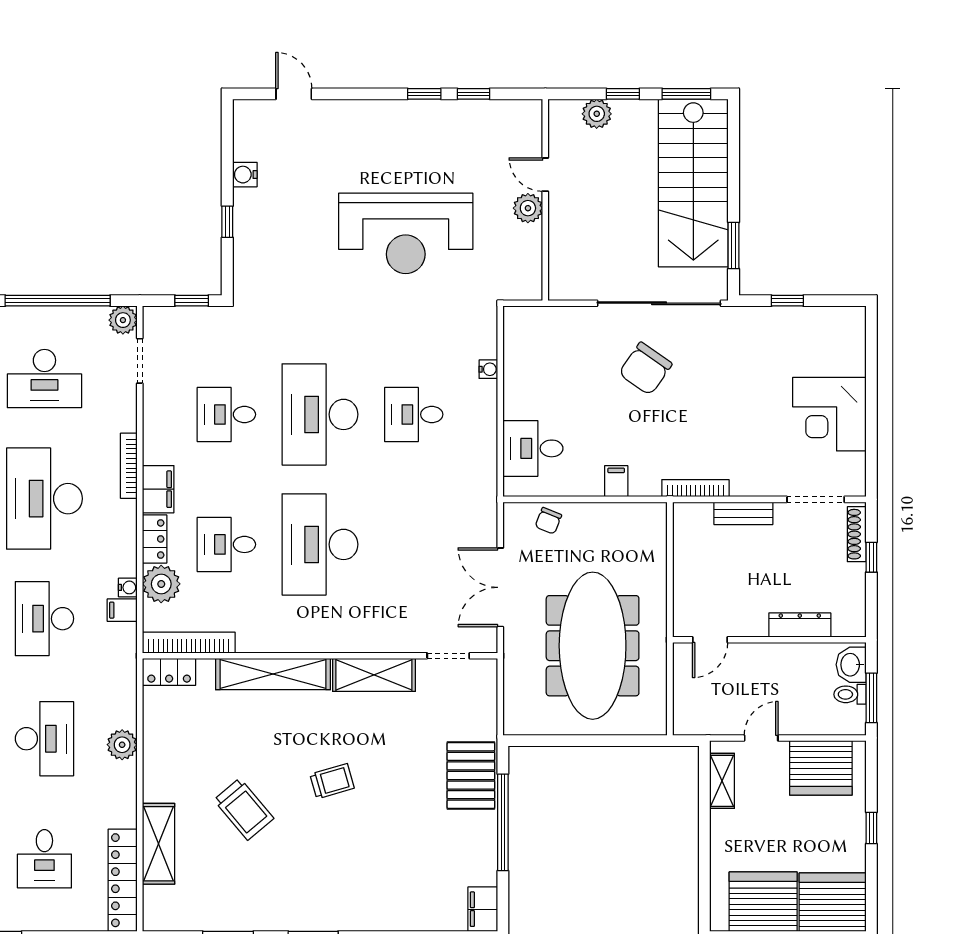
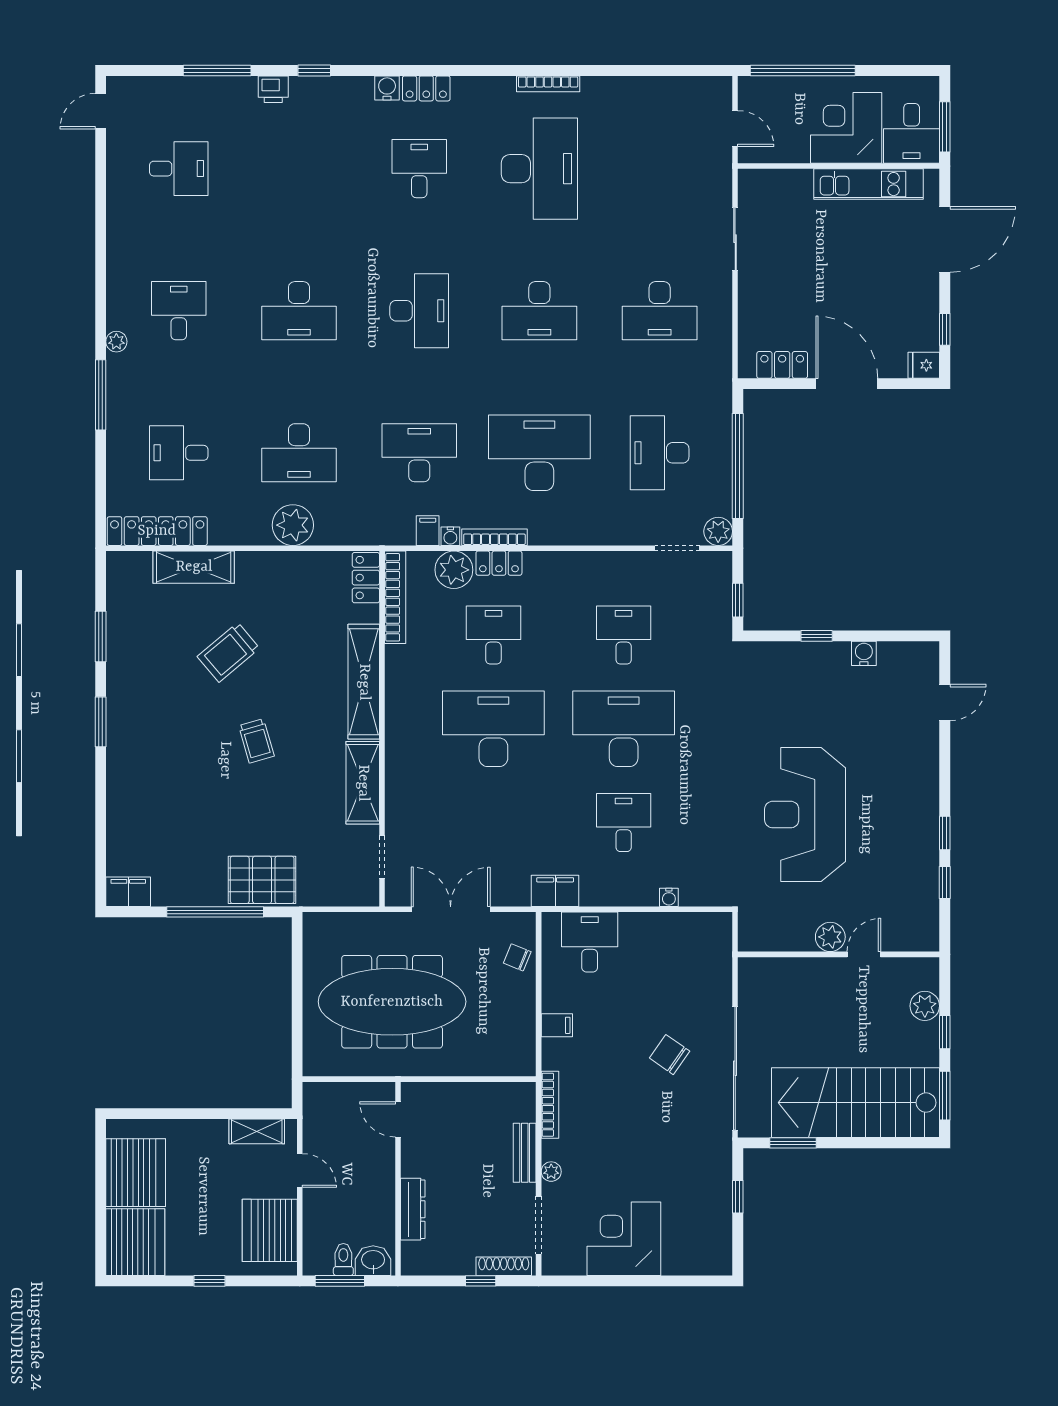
chair: (645, 369) -> (670, 1055), width x0.73, depth x0.73
bookcase: (129, 466) -> (494, 537), moved
plant: (762, 487) -> (551, 1172), added
filing cabinet: (158, 489) -> (555, 891), moved, turned 180
plant: (122, 745) -> (293, 525), width x1.36, depth x1.36

